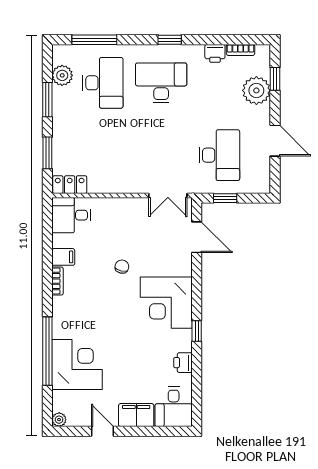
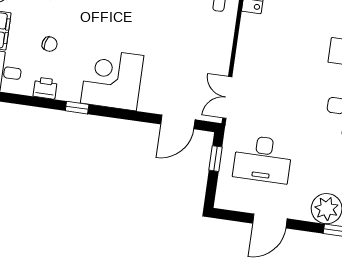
chair: (122, 267) -> (50, 44), moved

